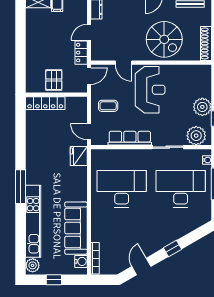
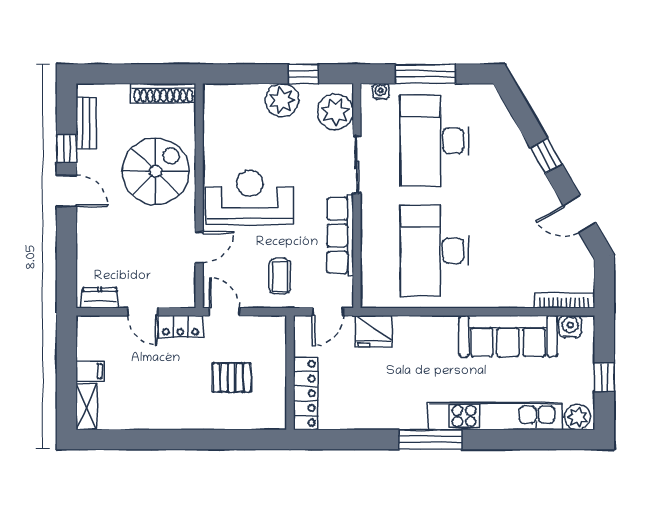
wall: (56, 95) -> (290, 373), moved
locker: (45, 103) -> (306, 393), moved

